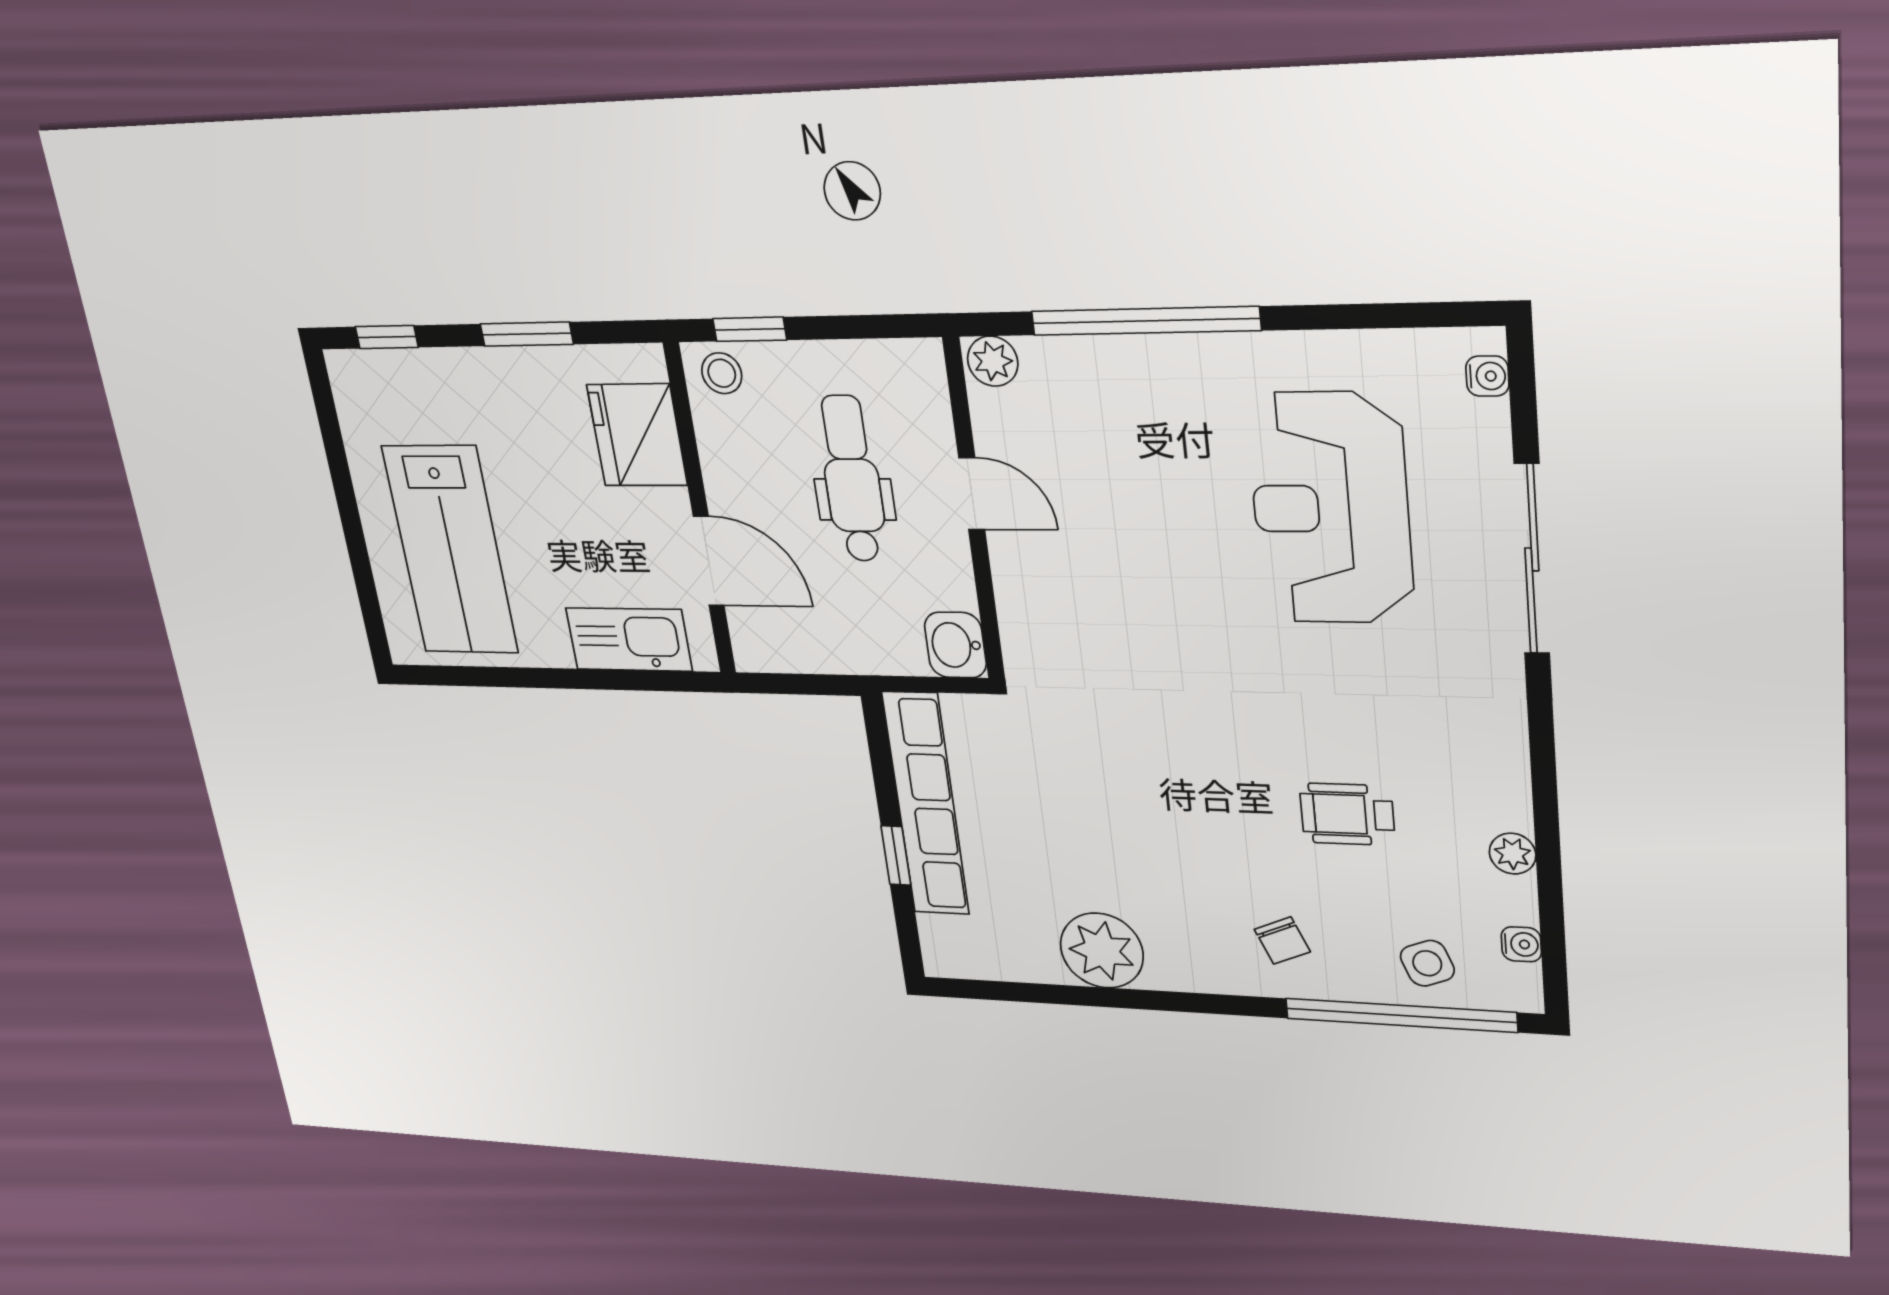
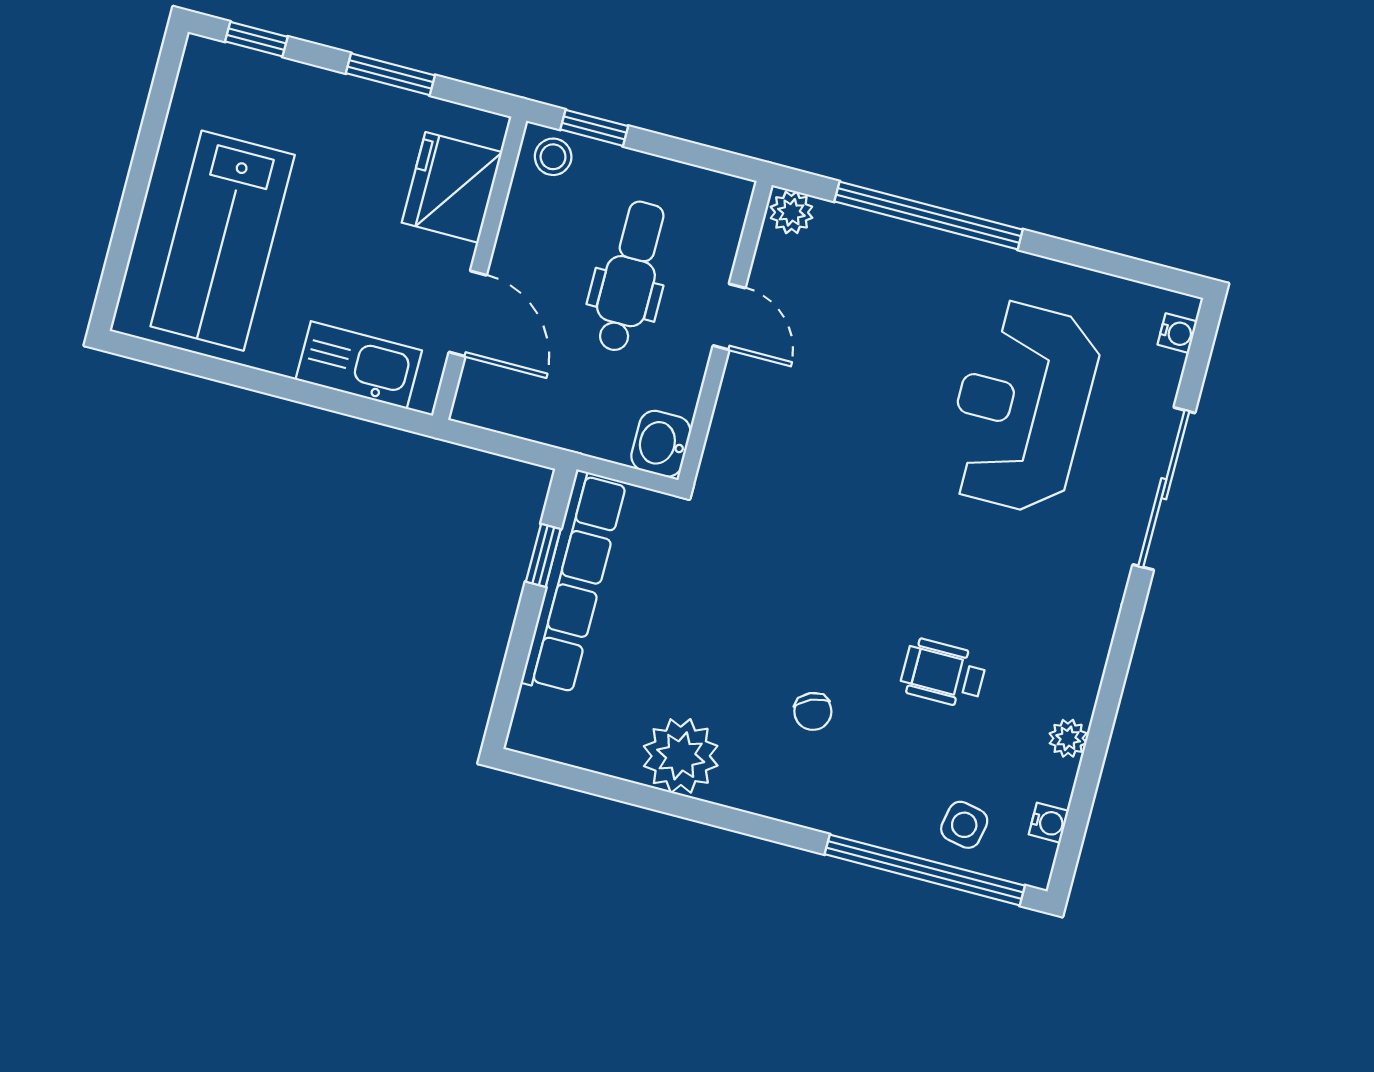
window: (896, 855) -> (543, 555), moved
chair: (1282, 941) -> (813, 711), moved
side table: (1427, 963) -> (964, 825), turned 32

